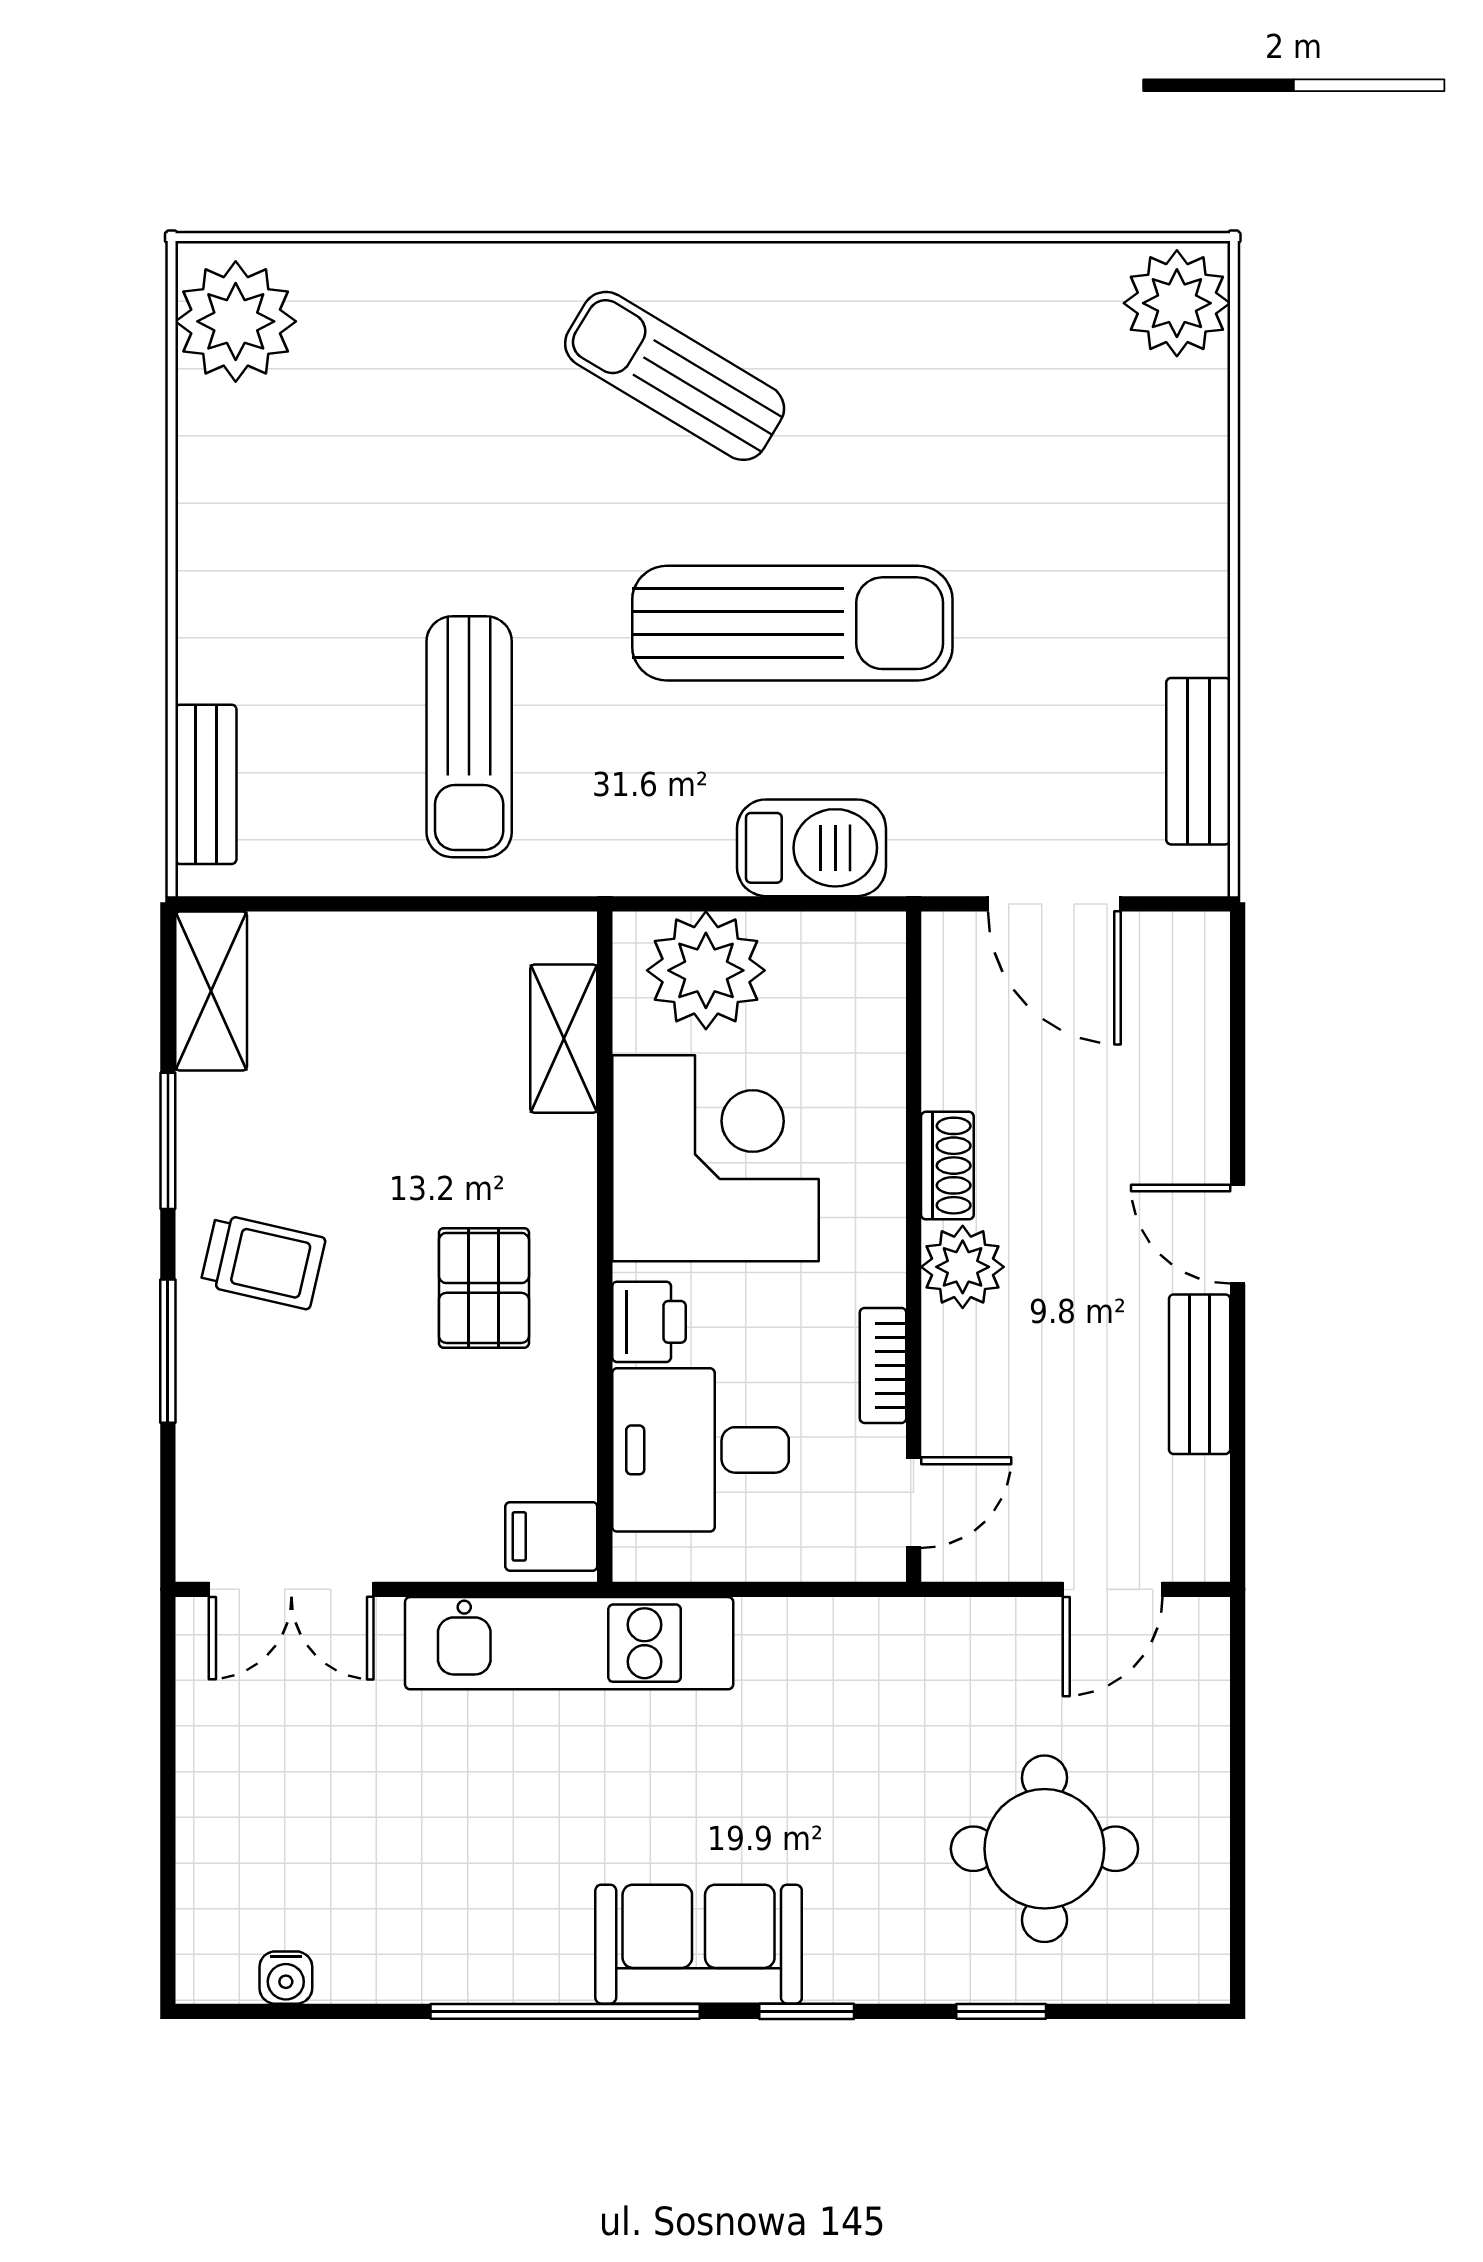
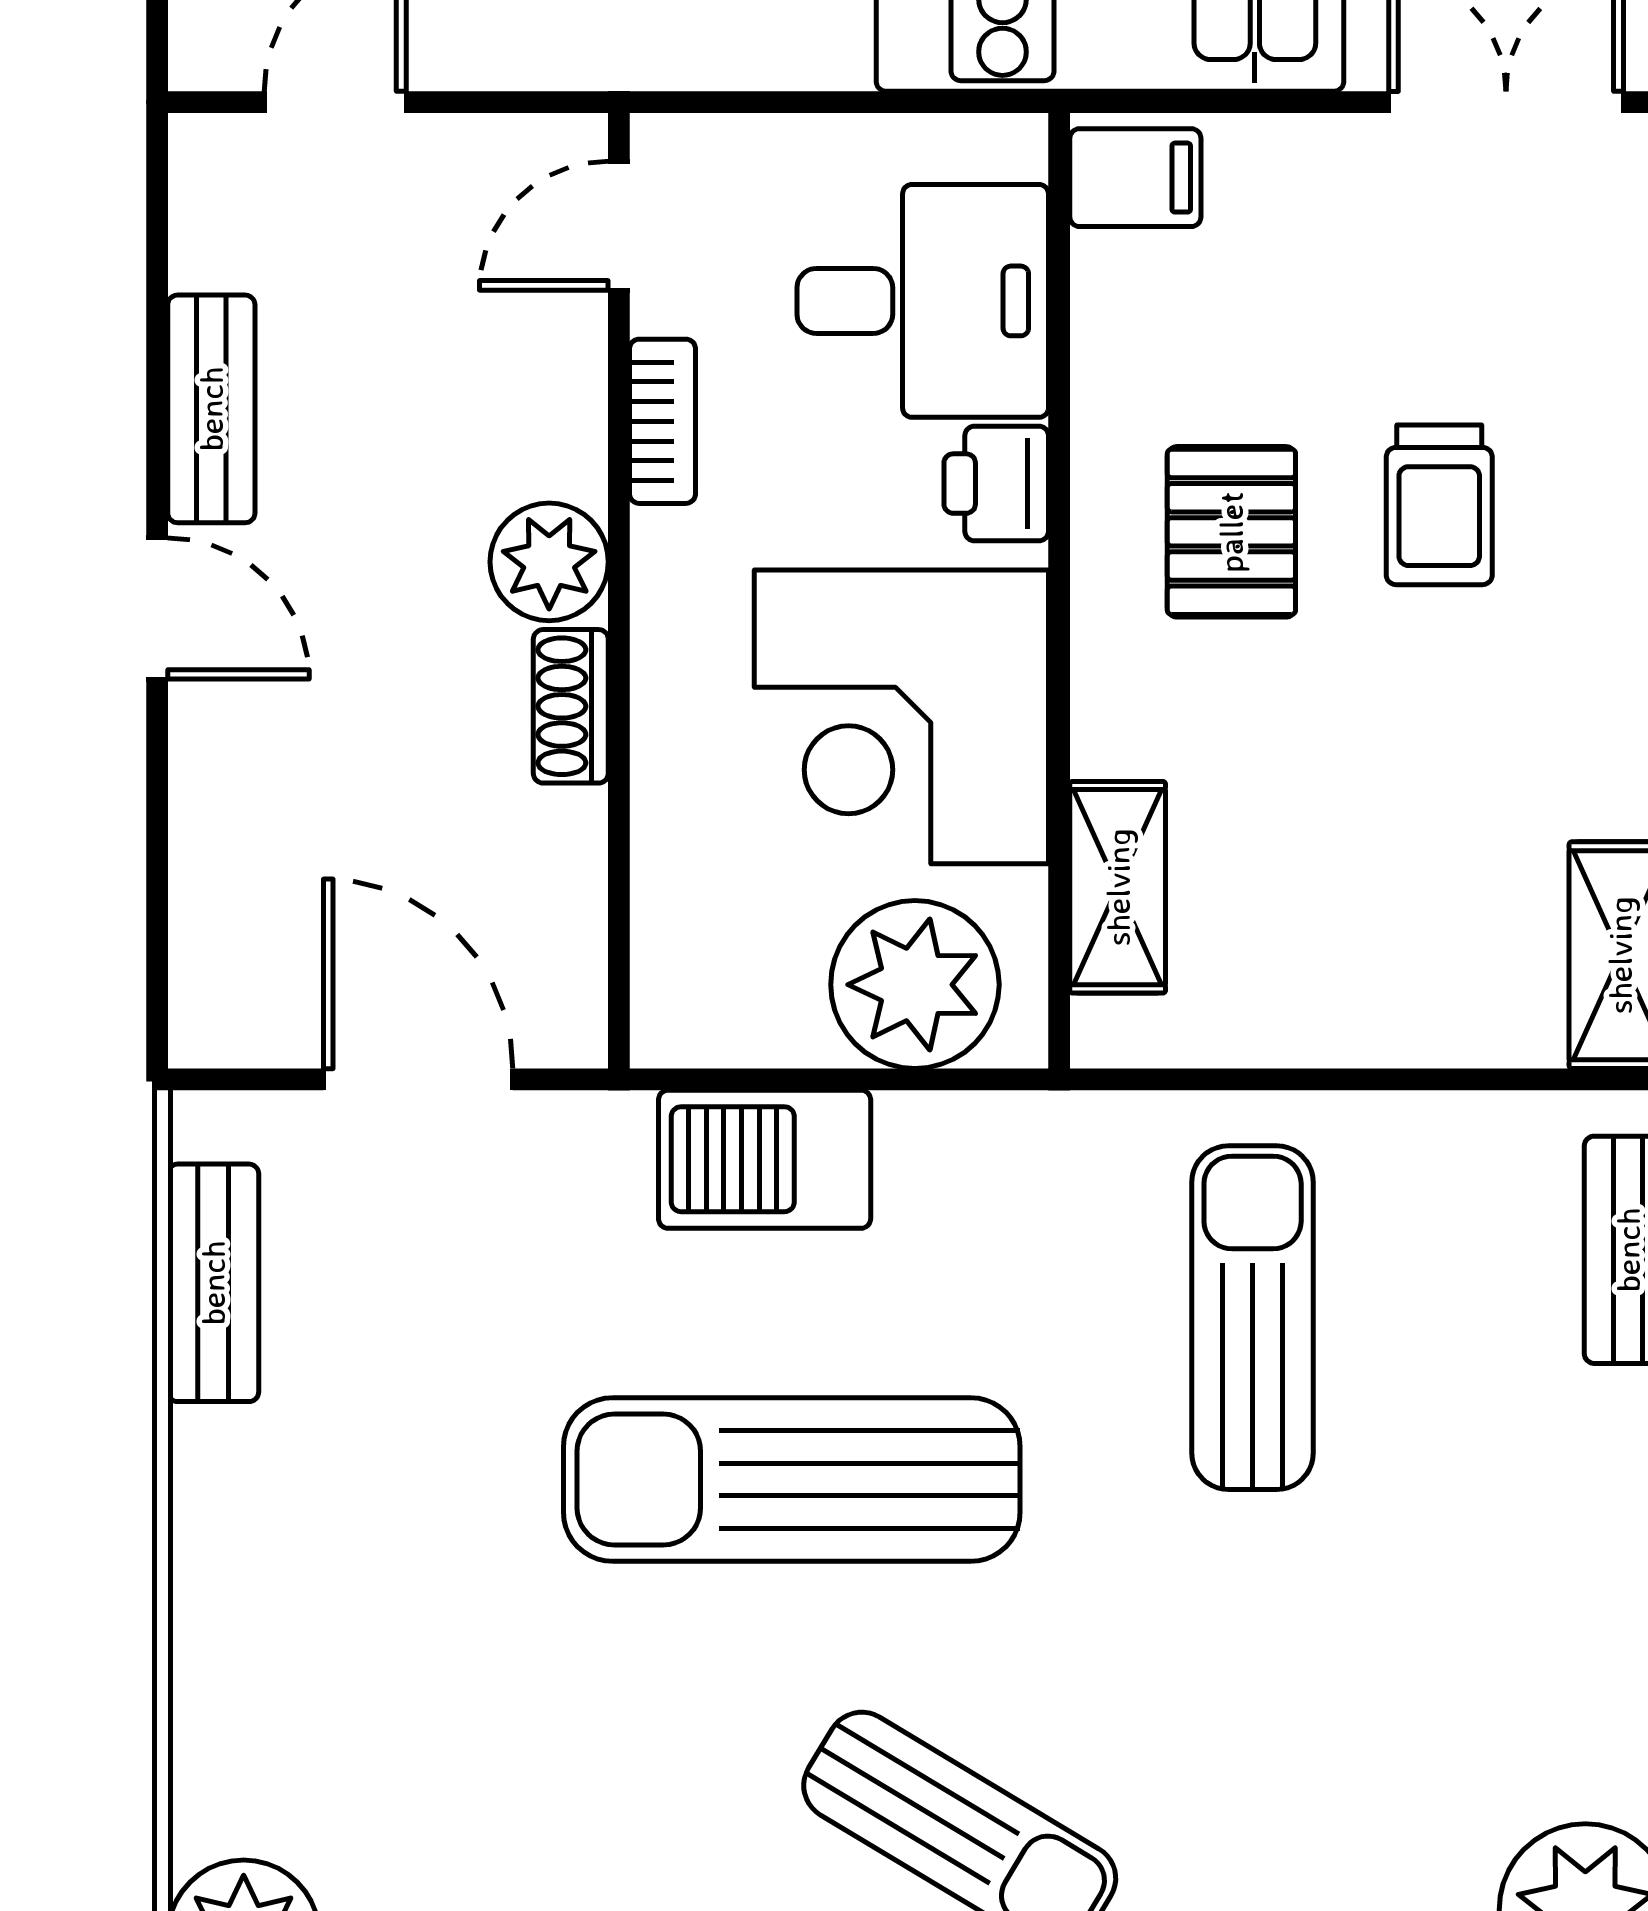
trolley: (263, 1261) -> (1439, 505), moved, turned -103

